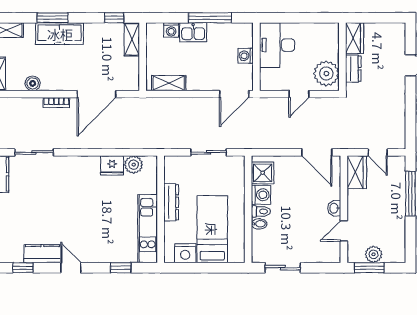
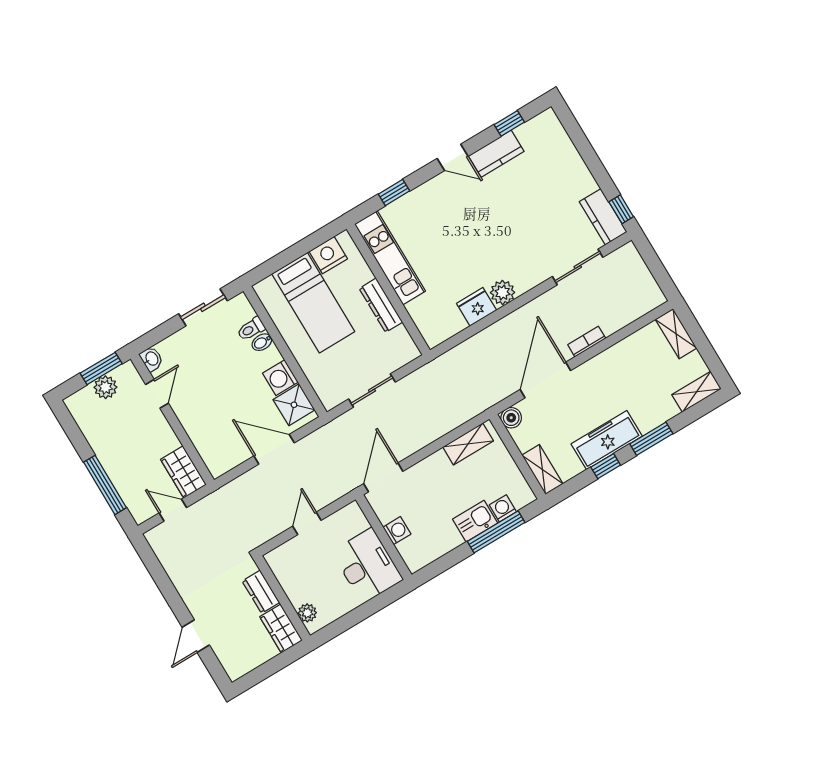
window: (114, 18) -> (606, 466), moved
window: (210, 18) -> (496, 532), moved
freezer: (60, 34) -> (607, 440), moved
plant: (326, 73) -> (307, 613), moved, width x0.53, depth x0.53
boiler: (33, 83) -> (511, 418), moved
door: (317, 152) -> (274, 449), moved
plant: (134, 165) -> (503, 293), moved
washbasin: (334, 208) -> (151, 359), moved
toilet: (261, 211) -> (251, 329), moved

